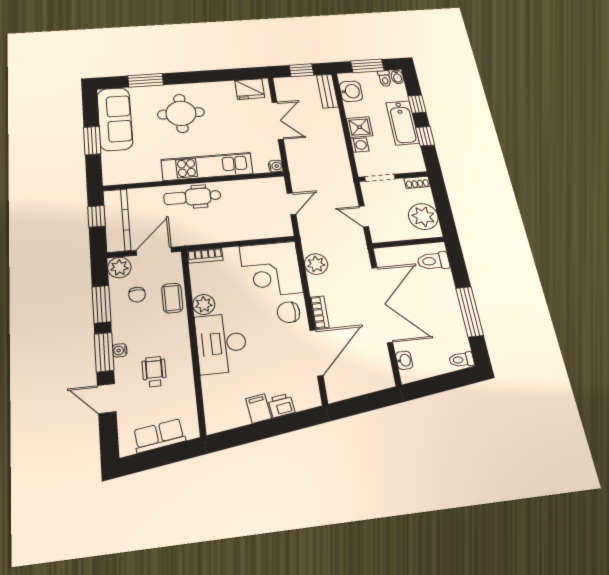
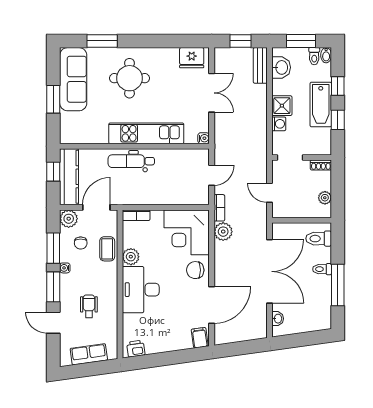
plant: (423, 217) -> (325, 198), width x0.53, depth x0.53
bookcase: (320, 312) -> (219, 208), moved
water cooler: (120, 350) -> (65, 268), moved
toilet: (461, 360) -> (322, 269), moved
printer: (281, 405) -> (136, 349), moved
filing cabinet: (259, 409) -> (200, 338), moved

